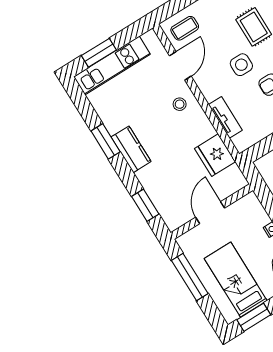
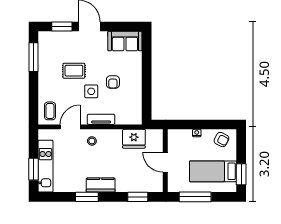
door: (180, 66) -> (70, 127), hinge flipped
tv unit: (225, 117) -> (101, 119), moved

